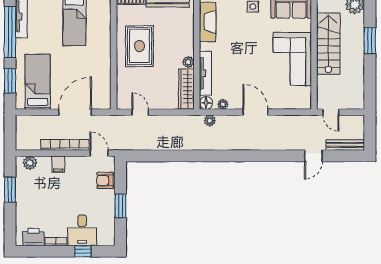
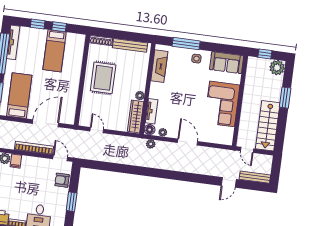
stairs: (328, 44) -> (268, 126), moved, turned 180
tv unit: (205, 73) -> (152, 111), width x0.71
filing cabinet: (58, 164) -> (16, 161), moved

